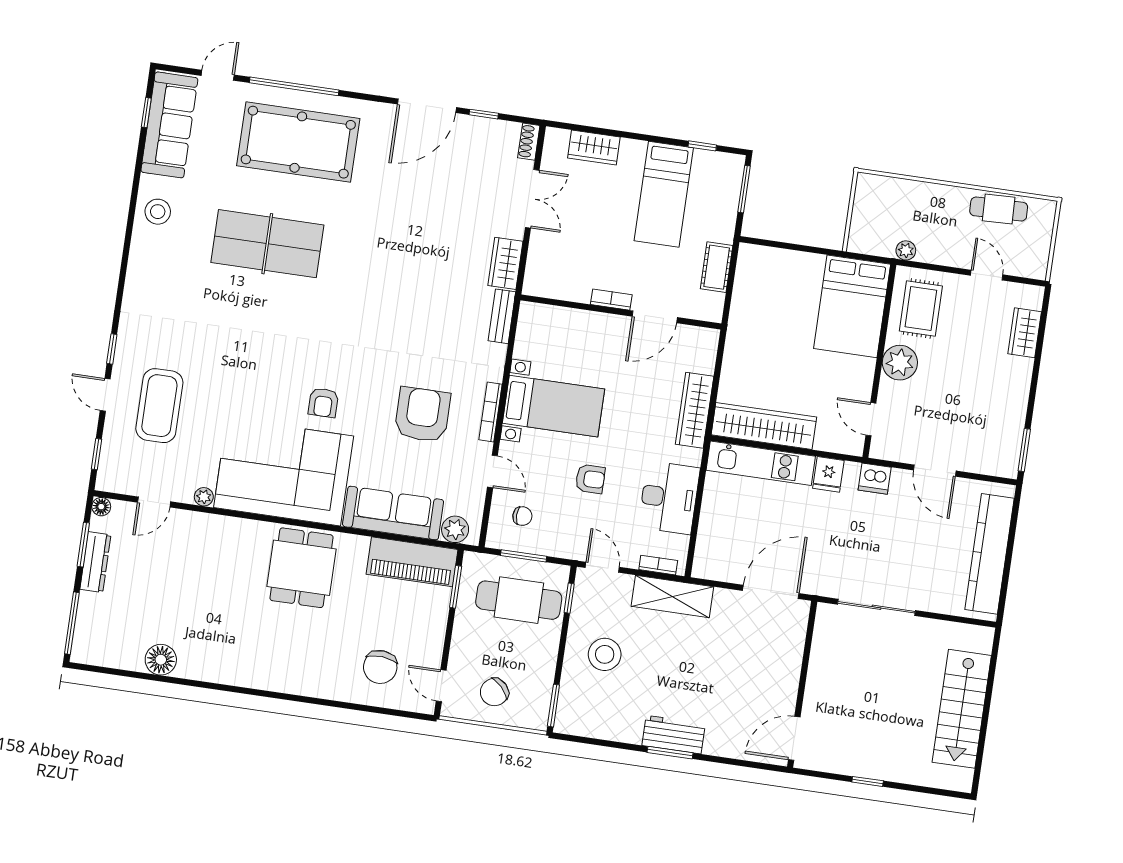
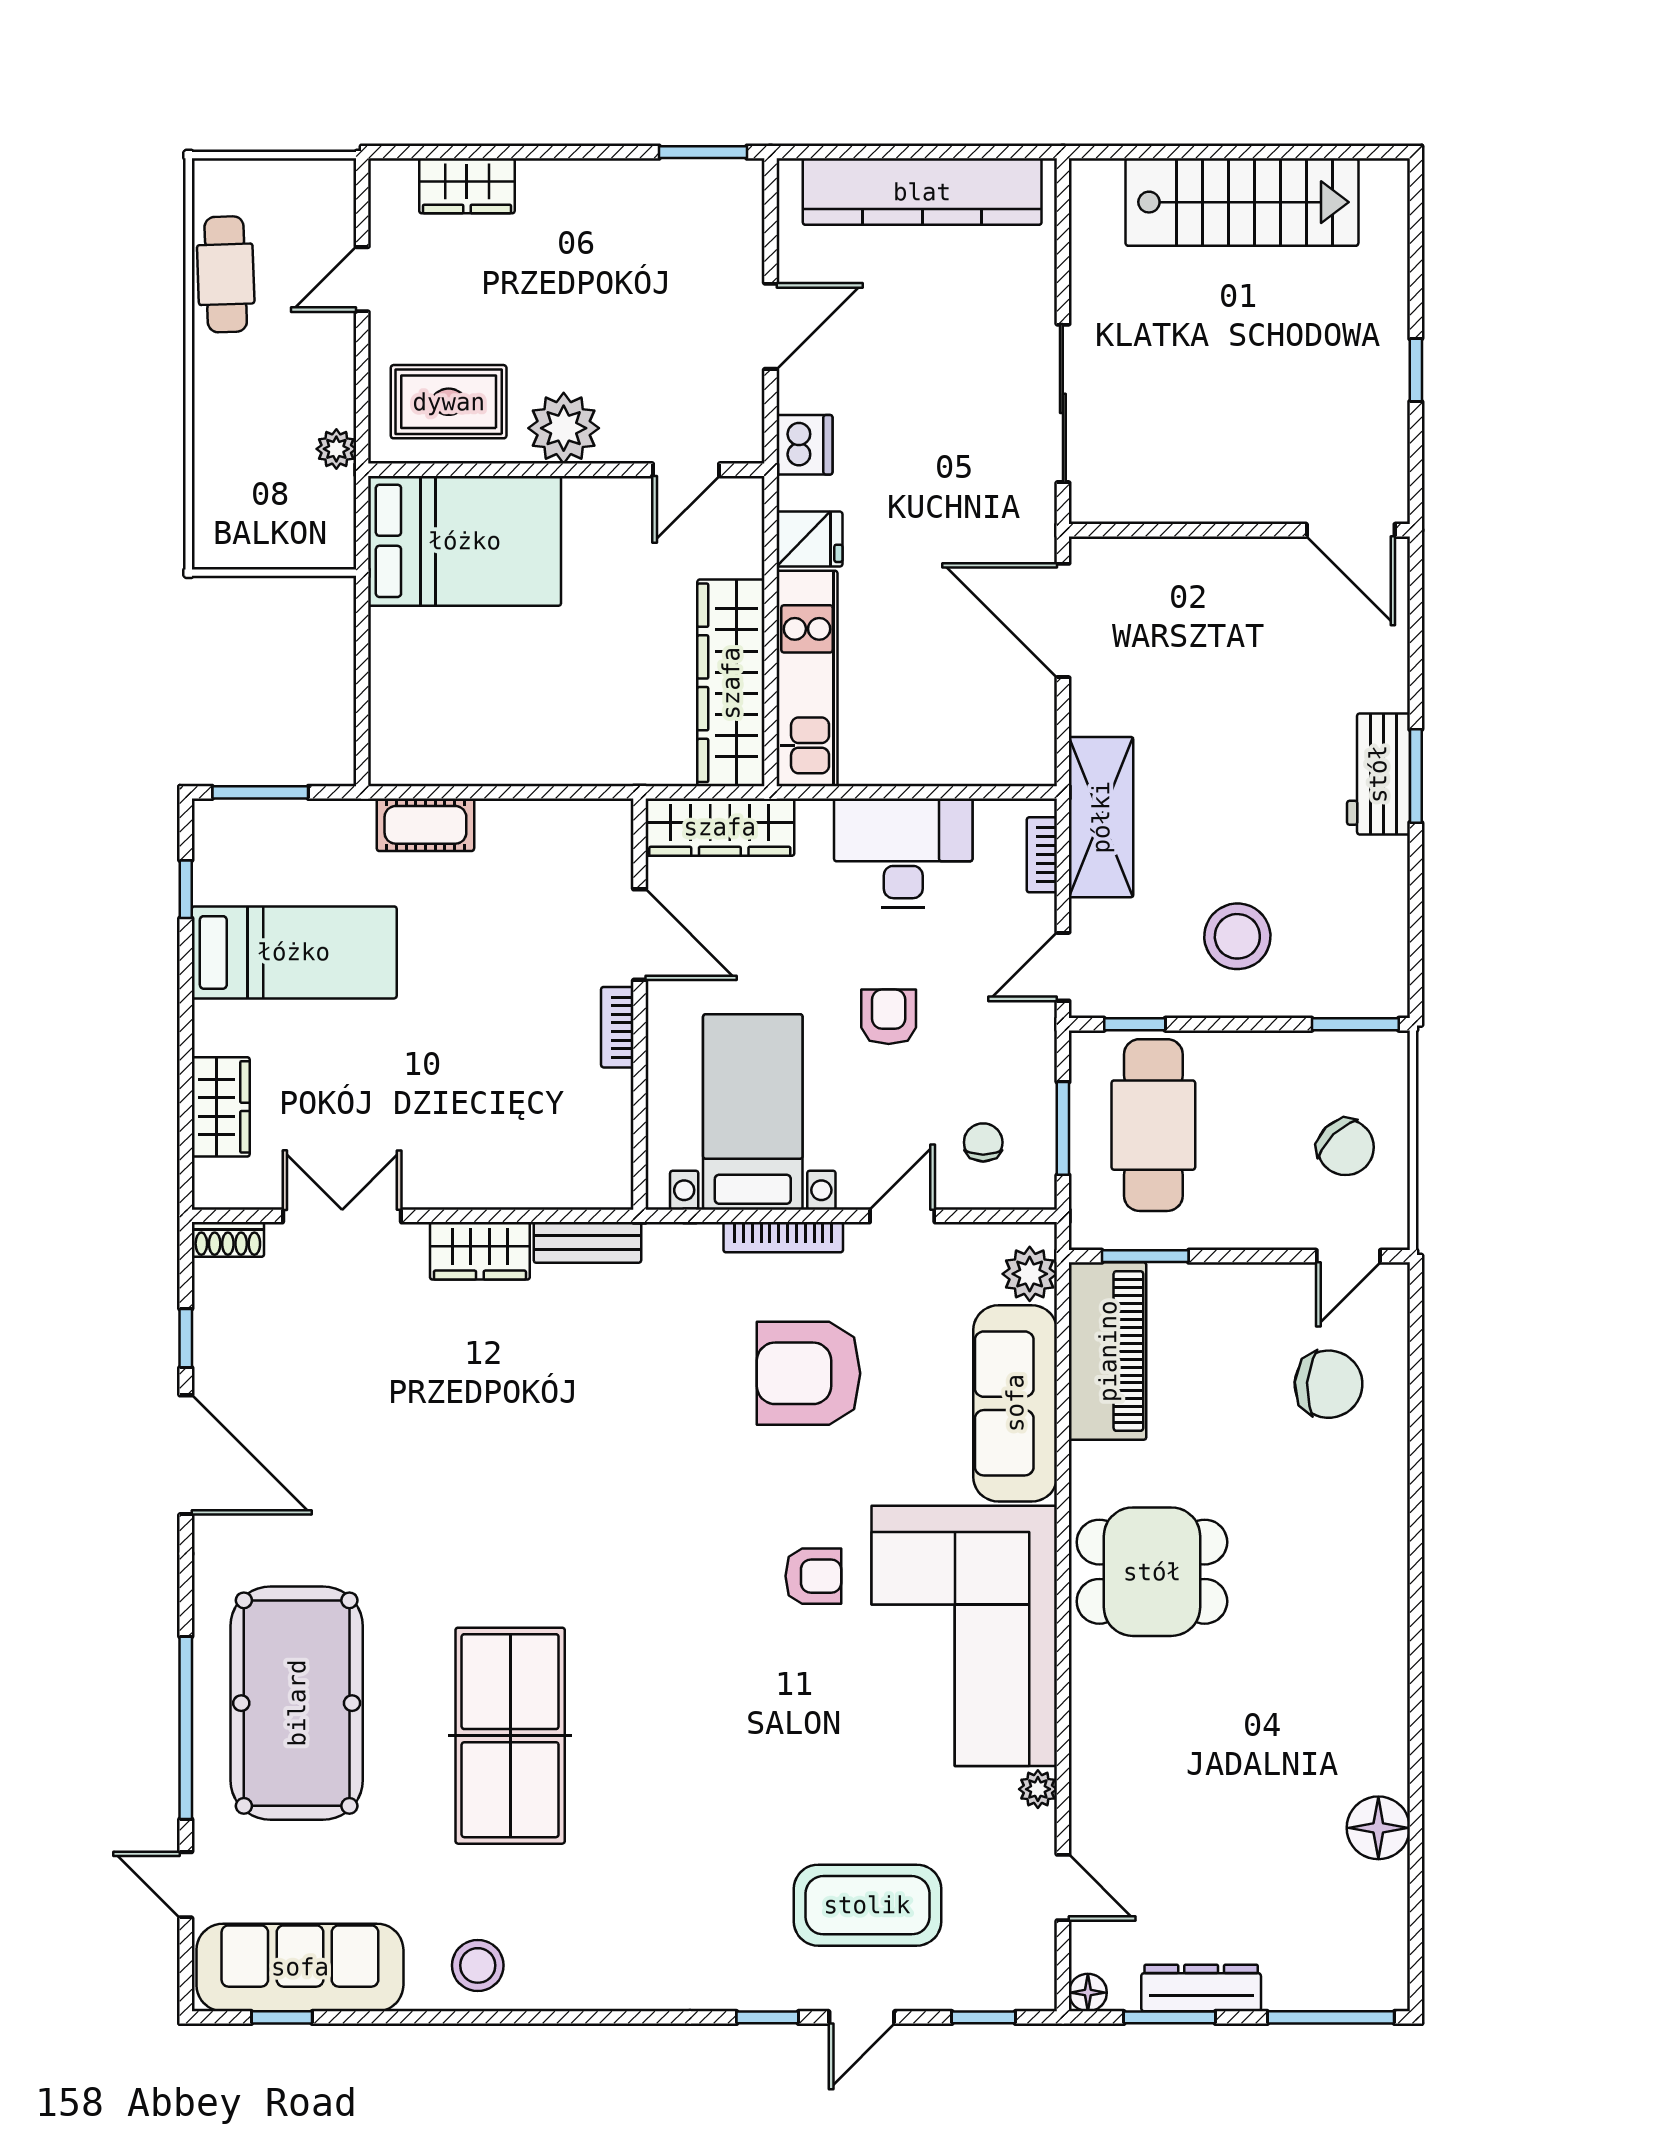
bookcase: (611, 300) -> (617, 1027), moved
wall: (621, 312) -> (639, 1004), moved
door: (655, 317) -> (639, 935), moved

